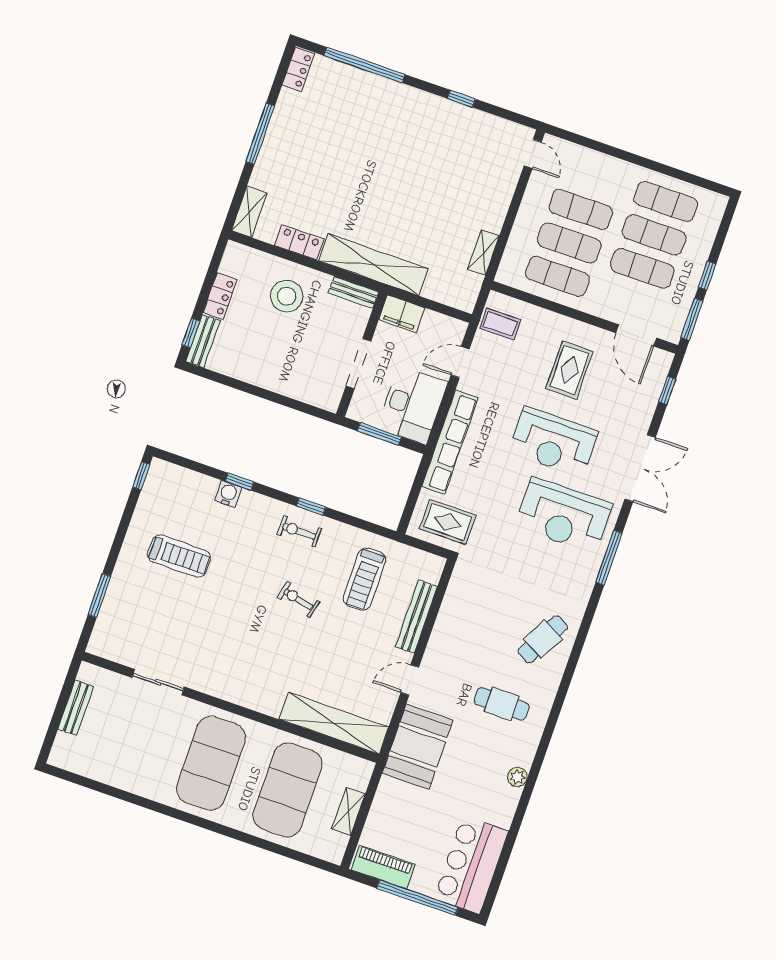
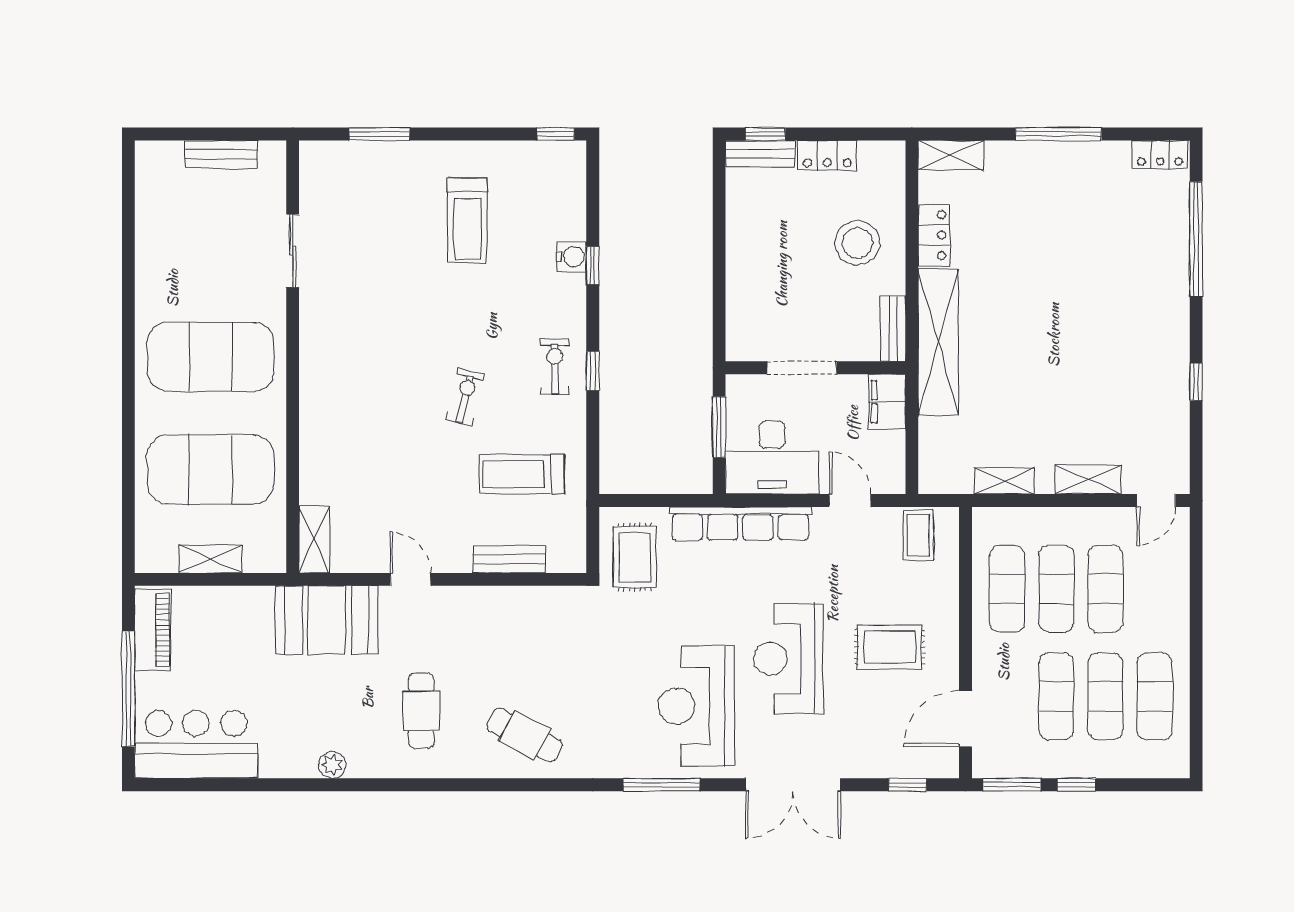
shelving: (502, 195) -> (1088, 479), added
bench: (416, 617) -> (510, 559), width x0.73
shelving: (334, 723) -> (314, 540), width x0.45, depth x0.75

